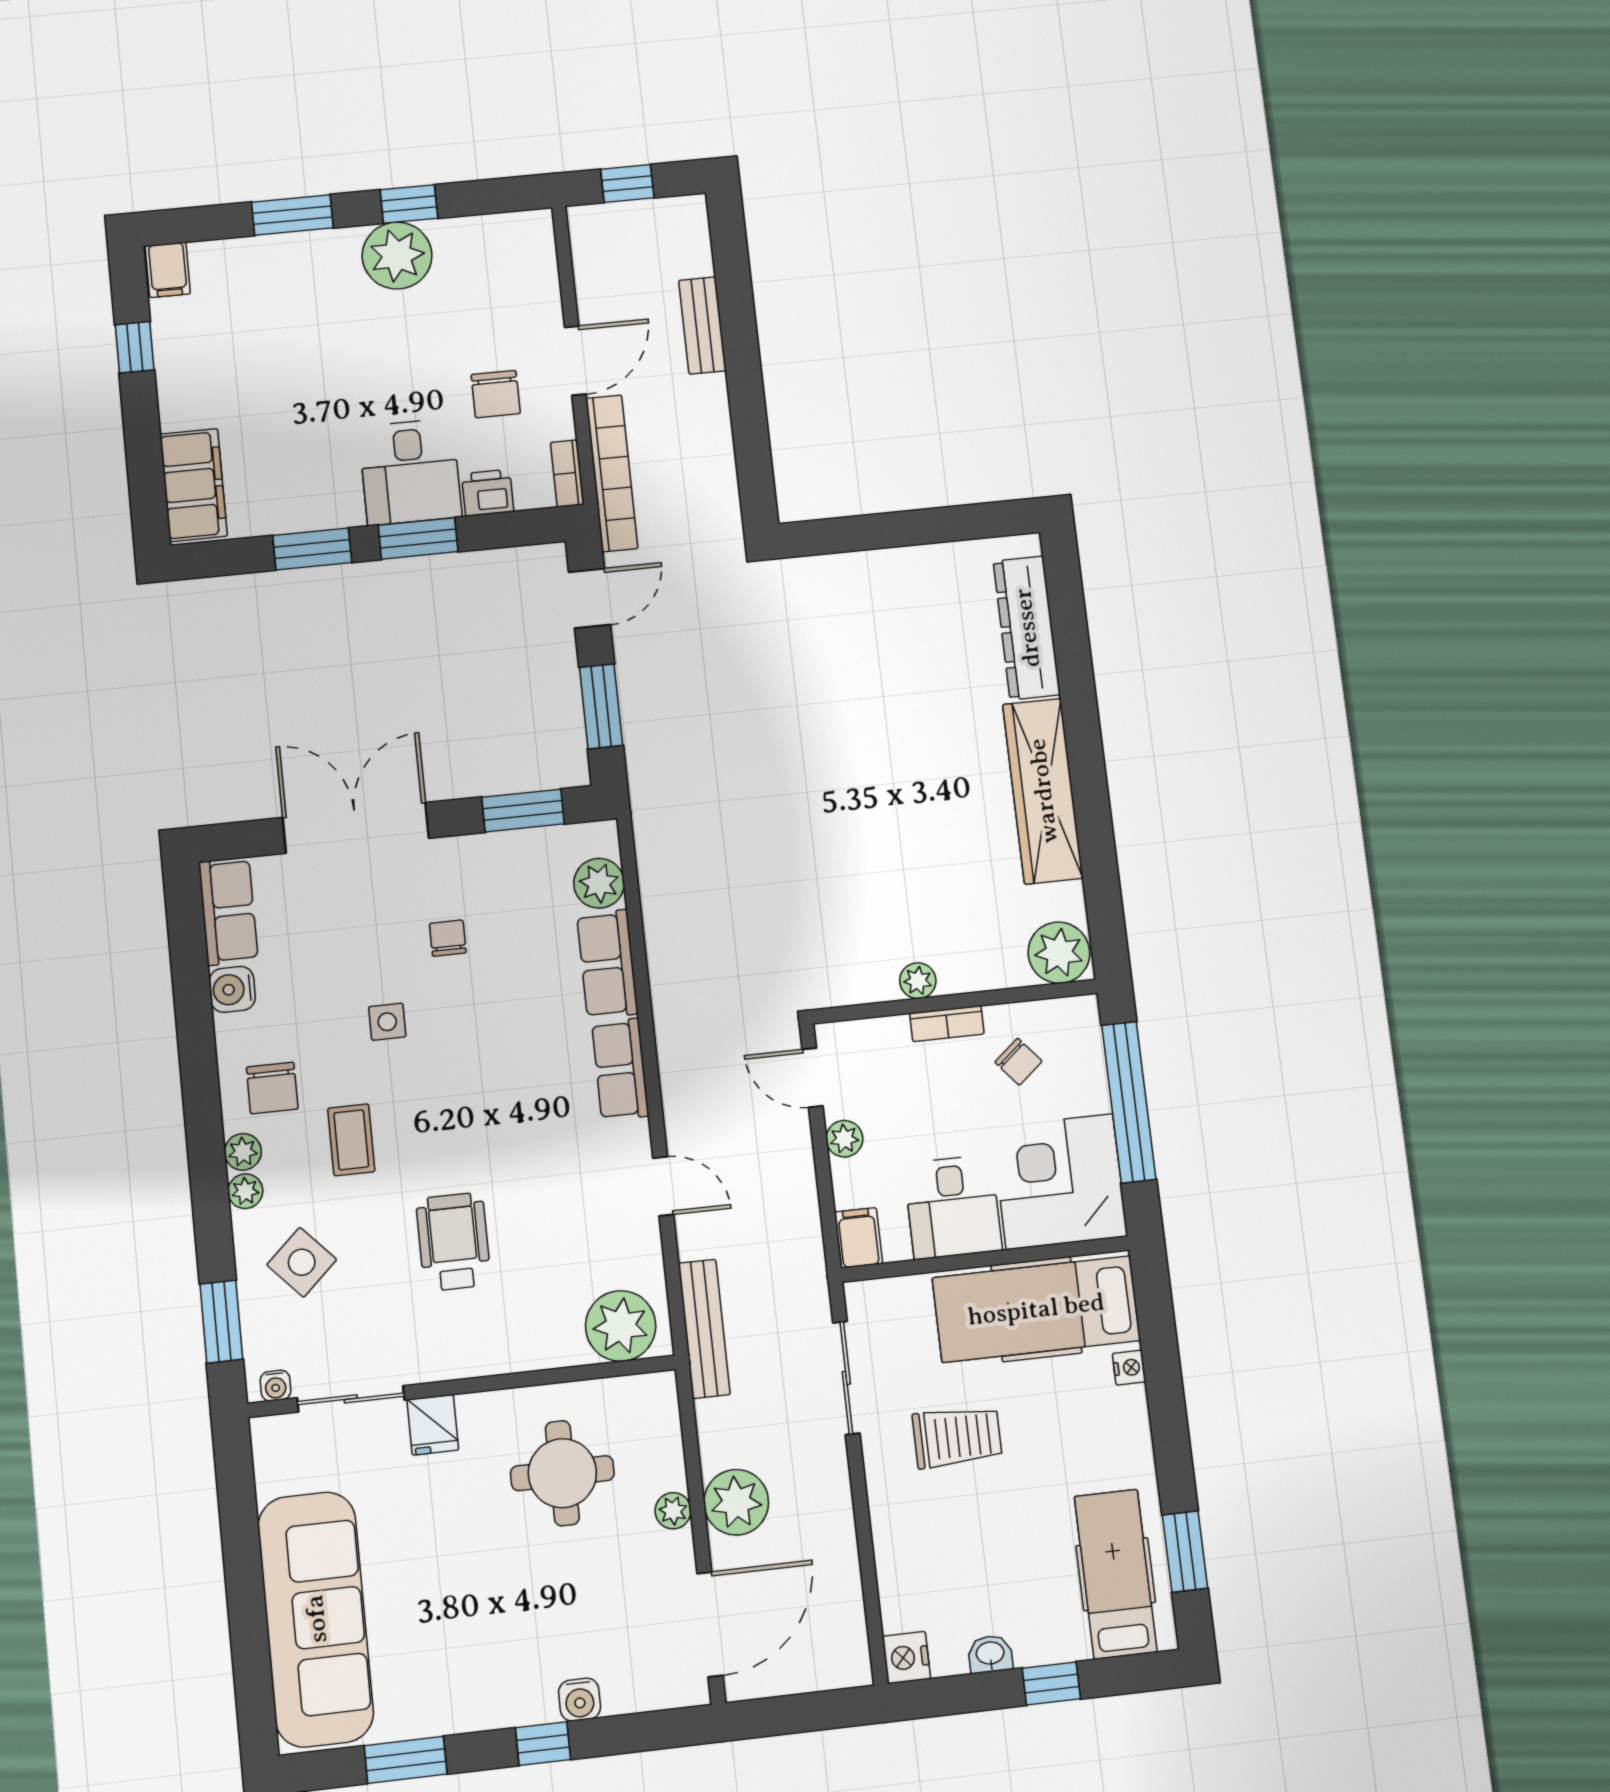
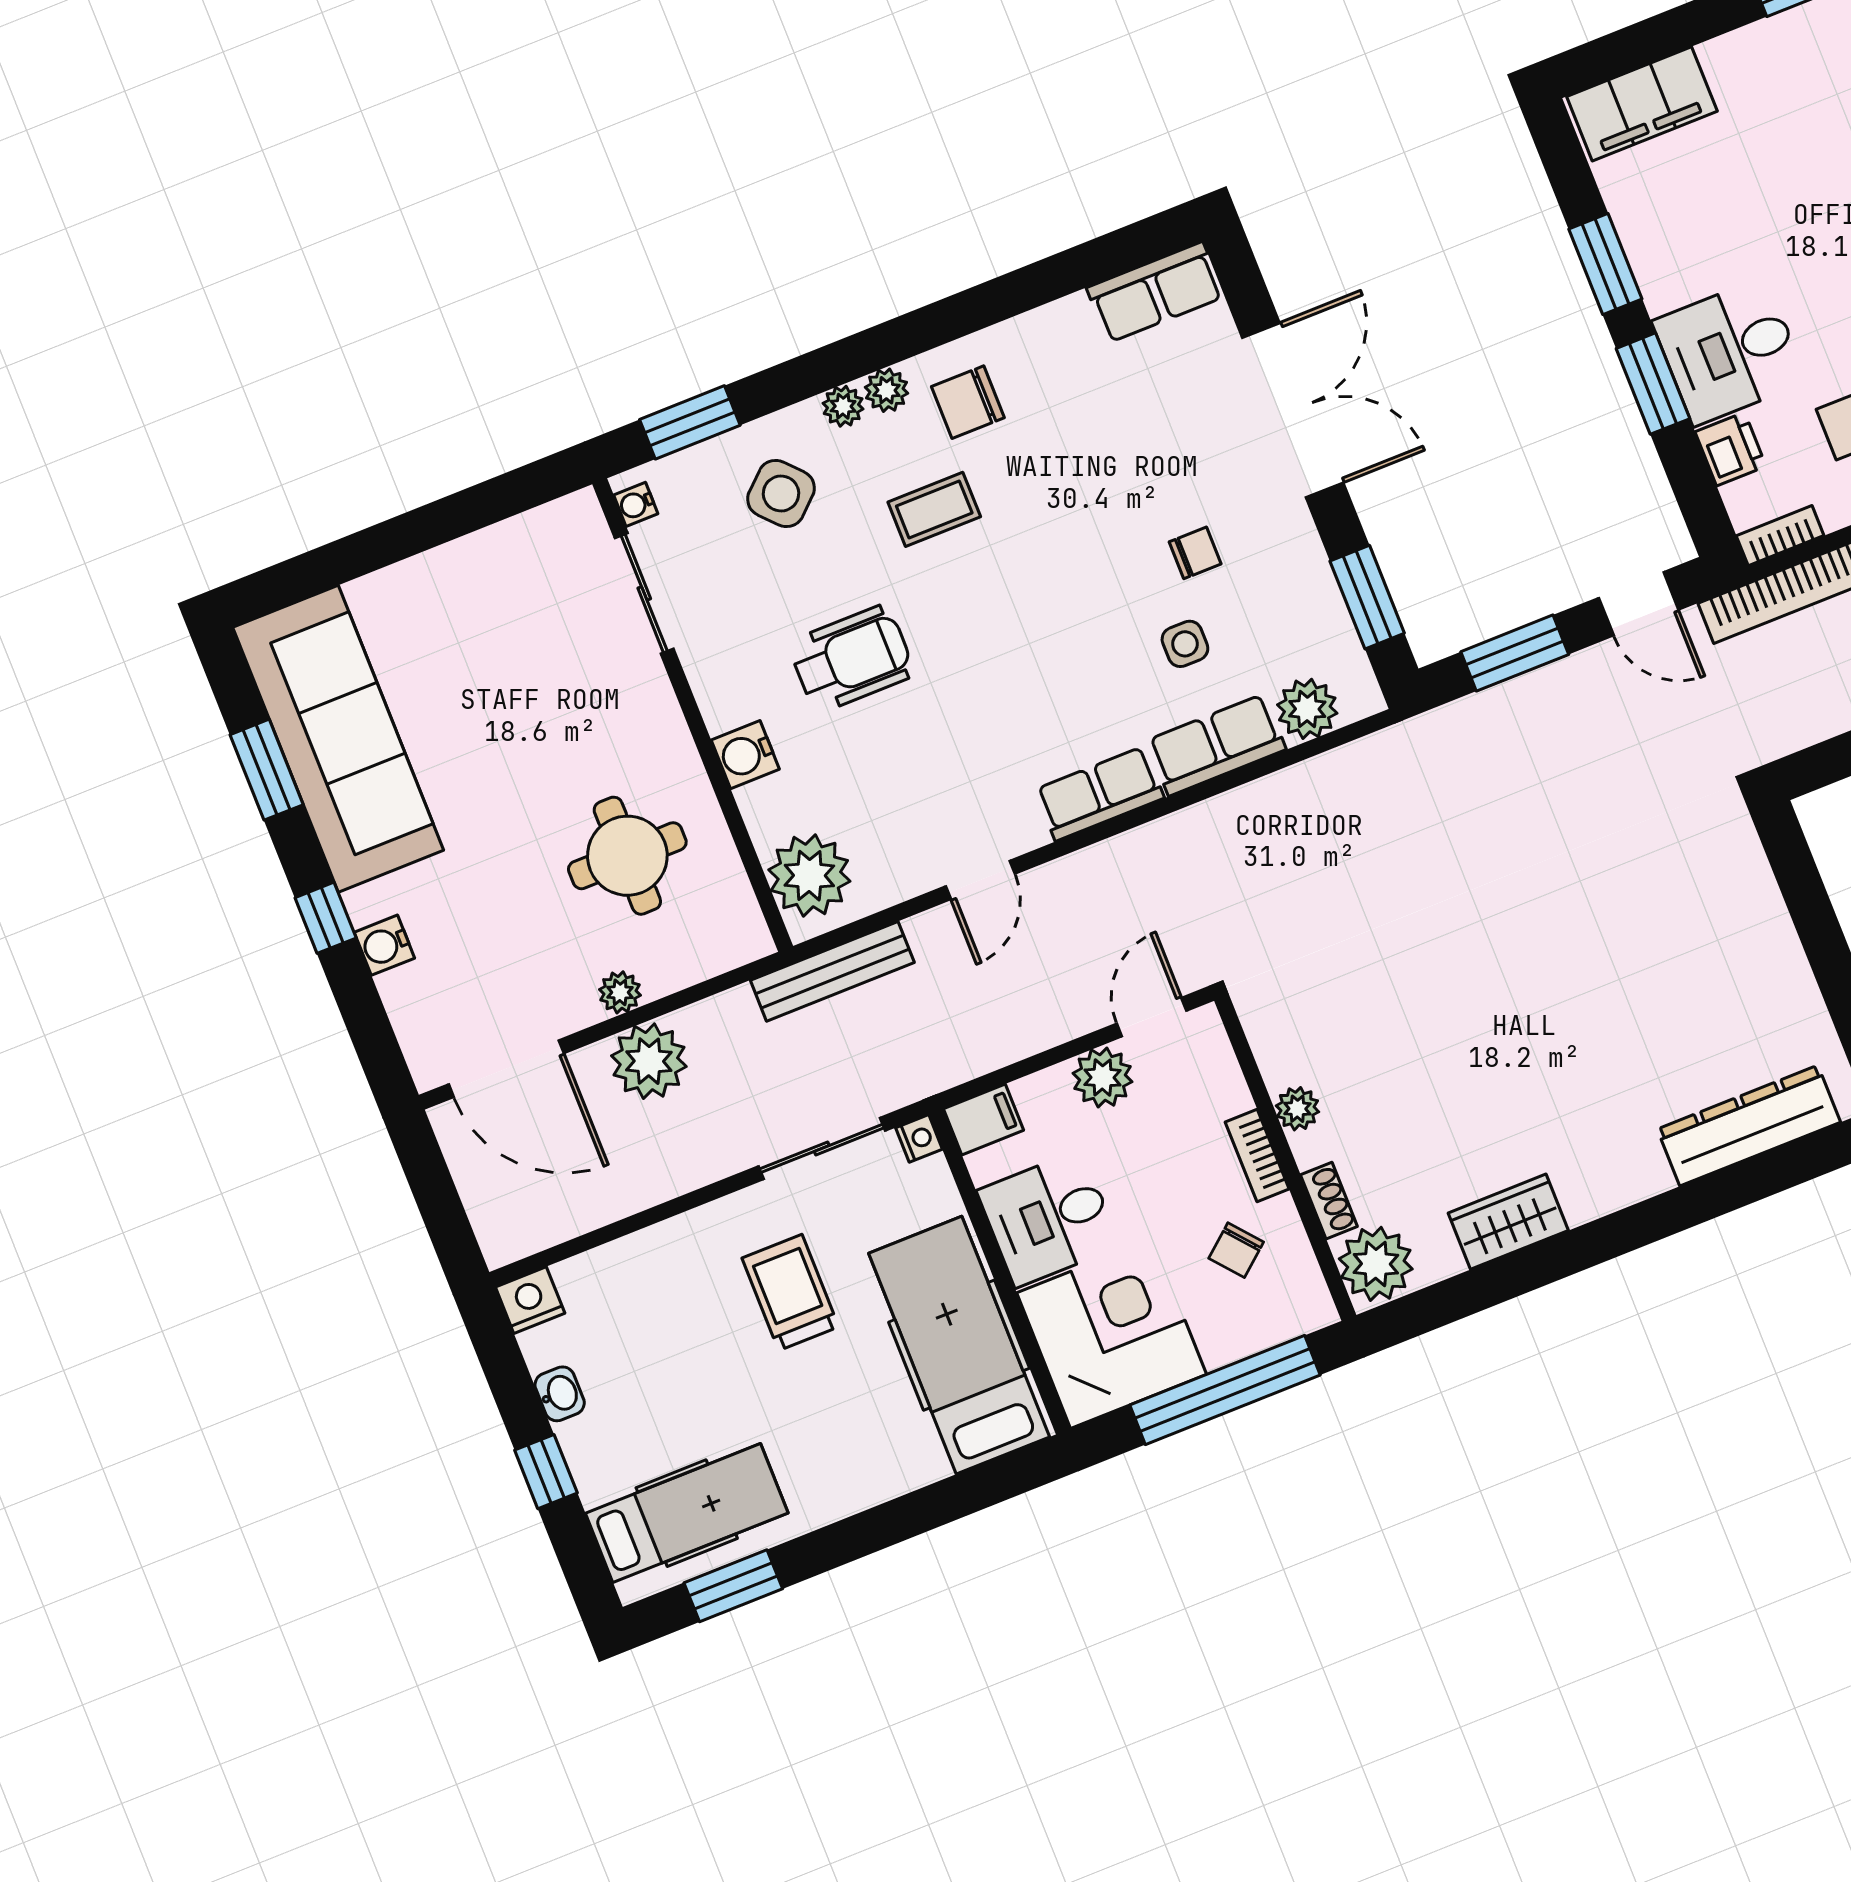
wardrobe: (1043, 791) -> (1508, 1222), width x0.48, depth x0.85
shoe rack: (998, 976) -> (1329, 1201), added
water cooler: (232, 989) -> (745, 755), moved, turned -90
side table: (387, 1022) -> (1185, 644), moved
plant: (844, 1139) -> (1103, 1077), width x1.38, depth x1.38
nightstand: (1129, 1368) -> (919, 1138), moved, turned -90
fridge: (433, 1425) -> (641, 694), removed
trolley: (957, 1437) -> (790, 1292), turned 180
sofa: (316, 1619) -> (338, 739), moved, turned -90

